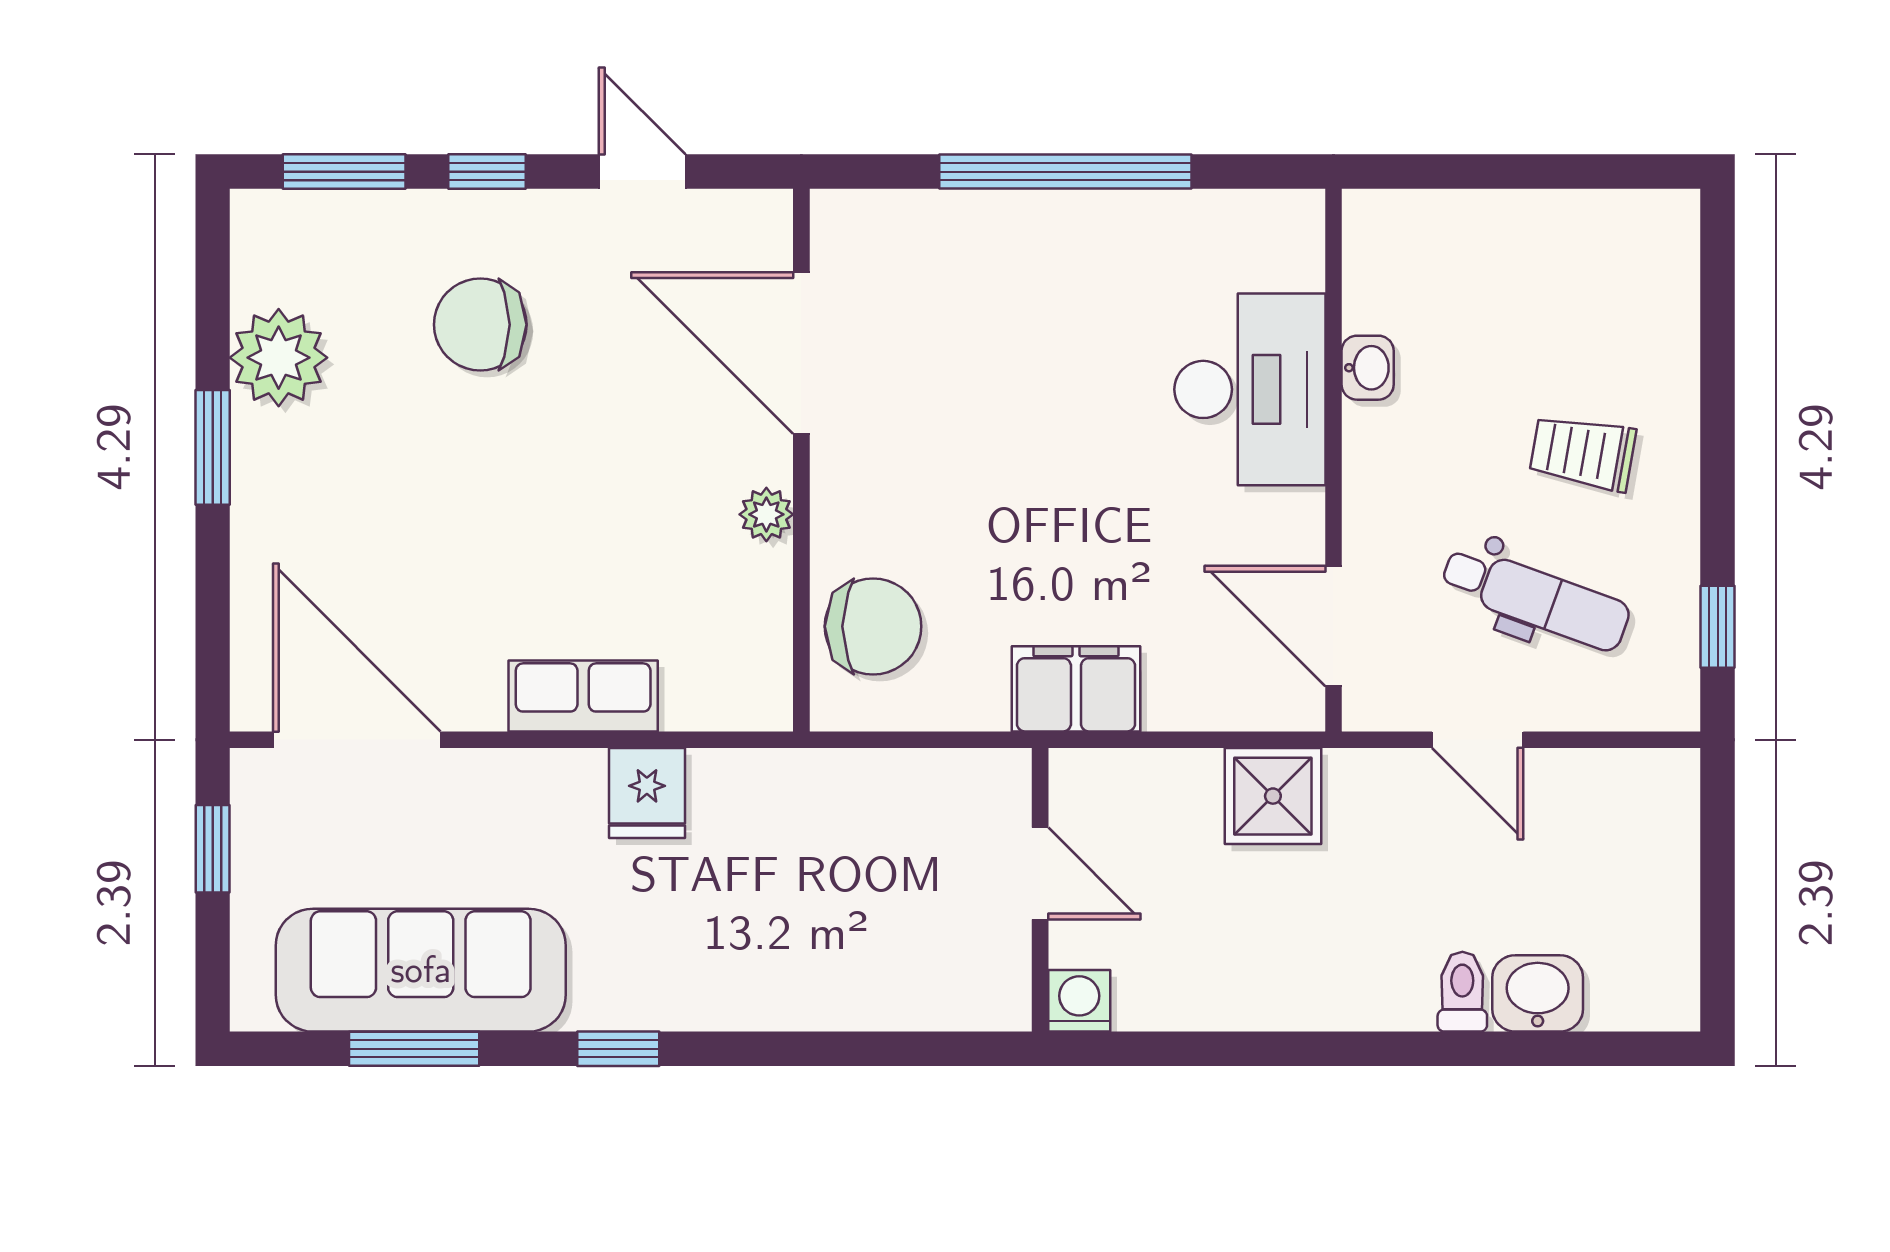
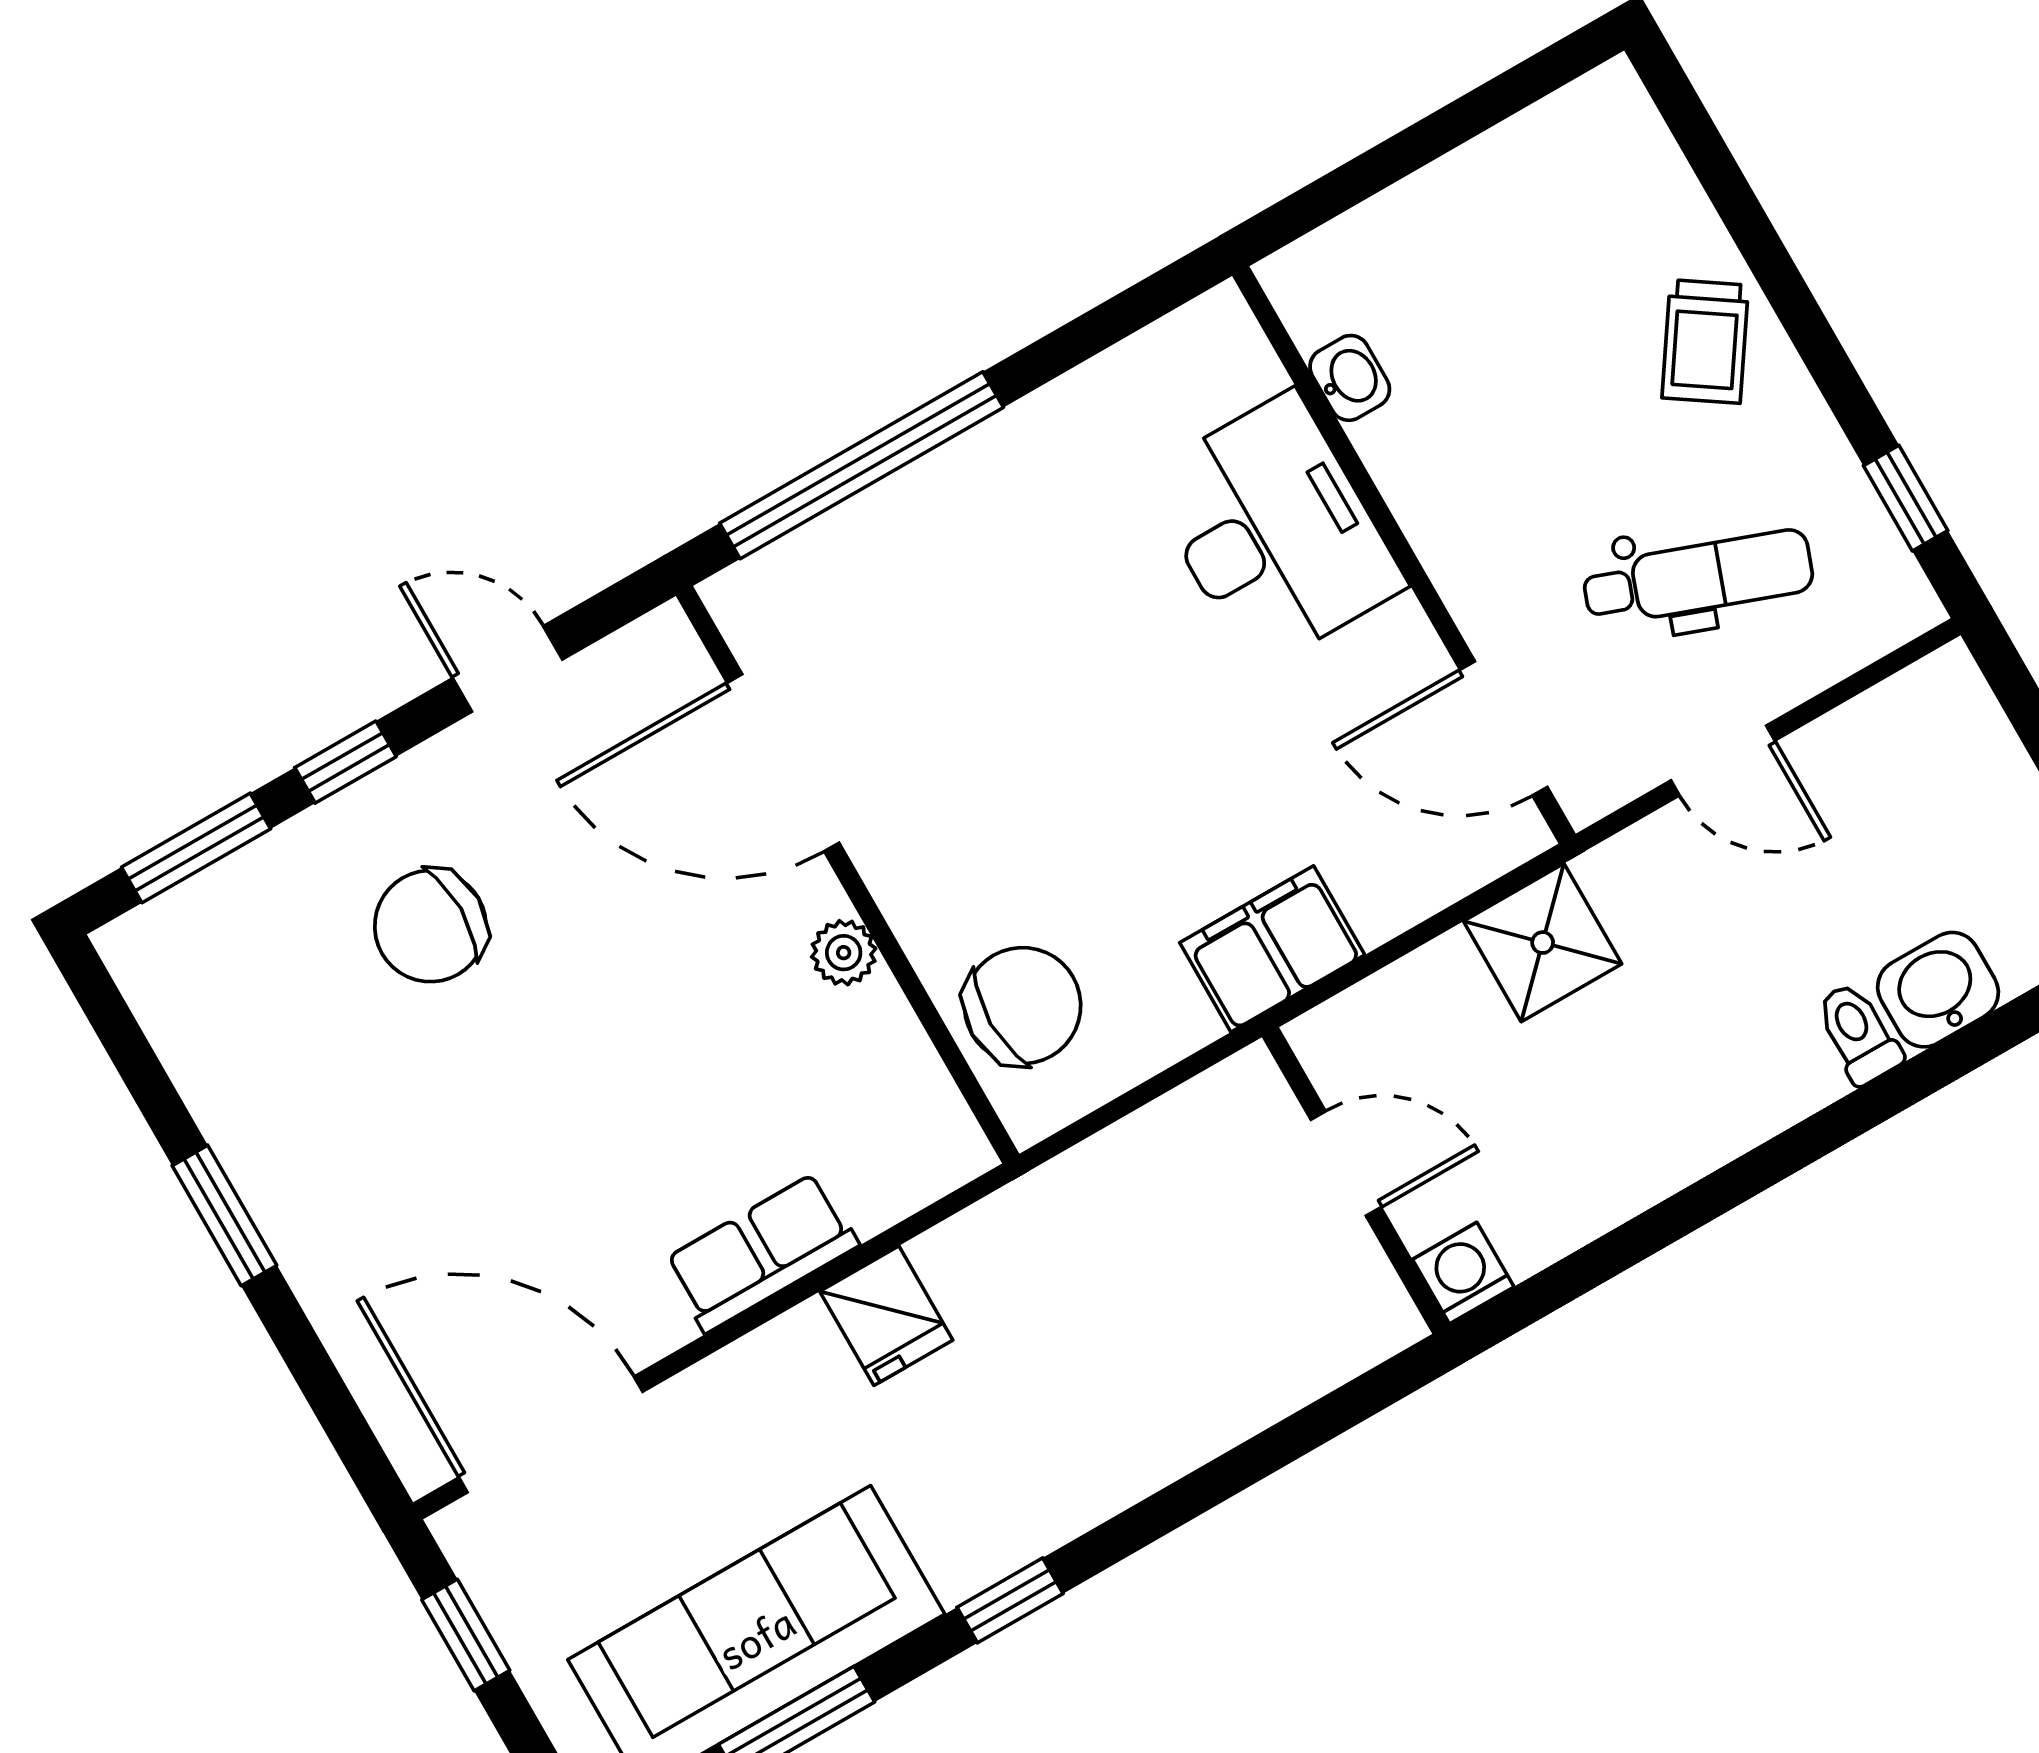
window: (1065, 172) -> (862, 465), moved
plant: (279, 358) -> (239, 1082), removed
washbasin: (1368, 368) -> (1350, 378), moved
trolley: (1583, 453) -> (1705, 342), moved, turned -66

